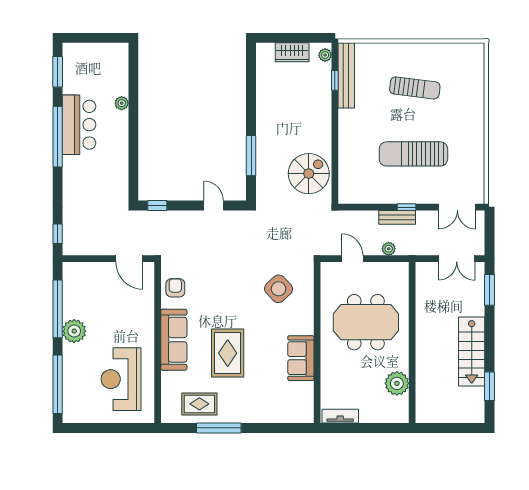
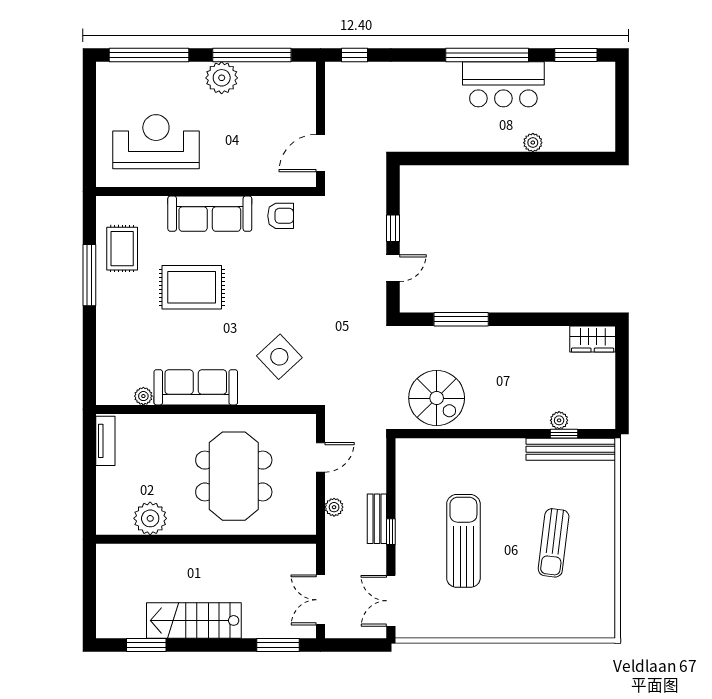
wardrobe: (292, 52) -> (593, 339), moved, turned -90
plant: (325, 55) -> (559, 420), moved
window: (157, 205) -> (393, 228), moved
sofa: (301, 358) -> (196, 387), width x1.36
plant: (307, 388) -> (143, 396), added

